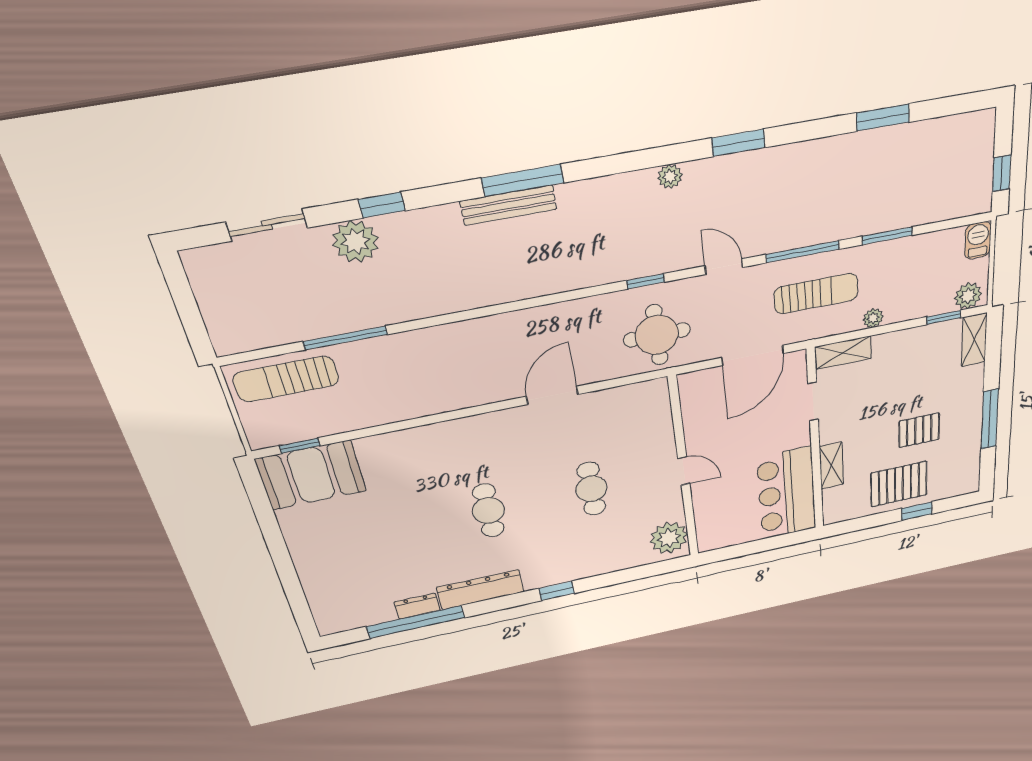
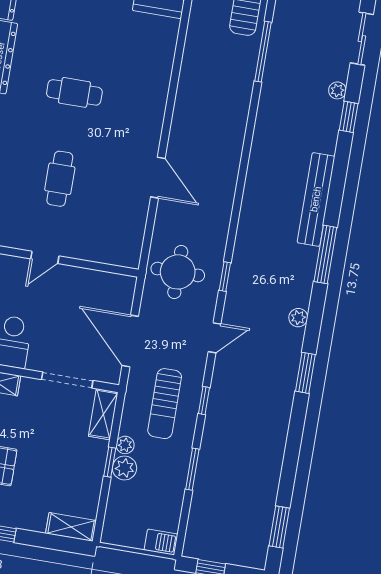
window: (883, 118) -> (279, 527), moved
window: (523, 180) -> (325, 254), moved
bench: (509, 205) -> (316, 199), width x1.37, depth x1.21
plant: (356, 241) -> (337, 90), width x0.53, depth x0.53
window: (803, 252) -> (204, 401), width x0.46
plant: (968, 296) -> (124, 468), moved
window: (944, 317) -> (110, 462), moved
doorway: (813, 402) -> (67, 380), width x1.38
cafe table: (591, 489) -> (60, 179), turned 90

